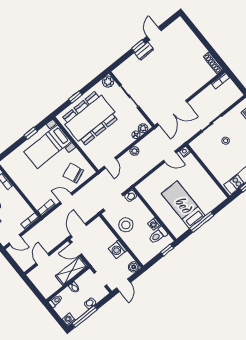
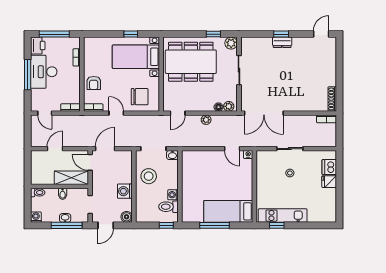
door: (154, 34) -> (321, 34), moved
window: (75, 97) -> (213, 34), moved
chair: (73, 173) -> (140, 97), turned 113
armchair: (32, 190) -> (94, 83), added
bed: (183, 205) -> (228, 211), moved, turned -90
window: (85, 317) -> (67, 225), moved

